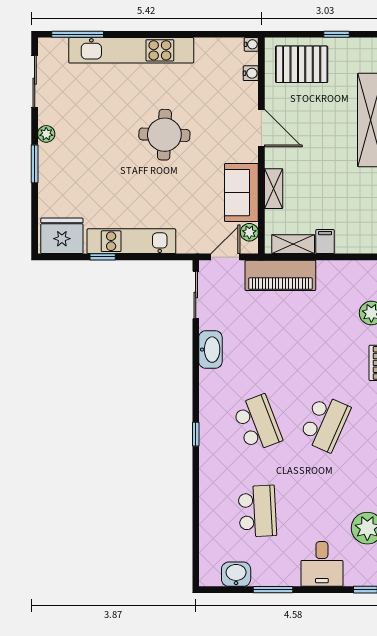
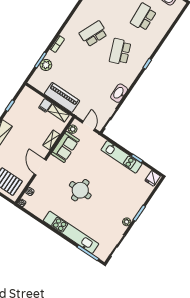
fridge: (62, 236) -> (153, 178), width x0.53, depth x0.75
door: (225, 257) -> (89, 126), swing flipped
piano: (280, 275) -> (62, 97), moved

